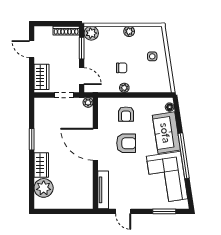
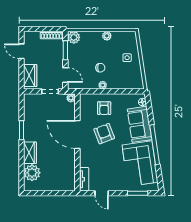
armchair: (126, 143) -> (104, 134), turned -111
tv unit: (103, 190) -> (84, 179), width x0.71

